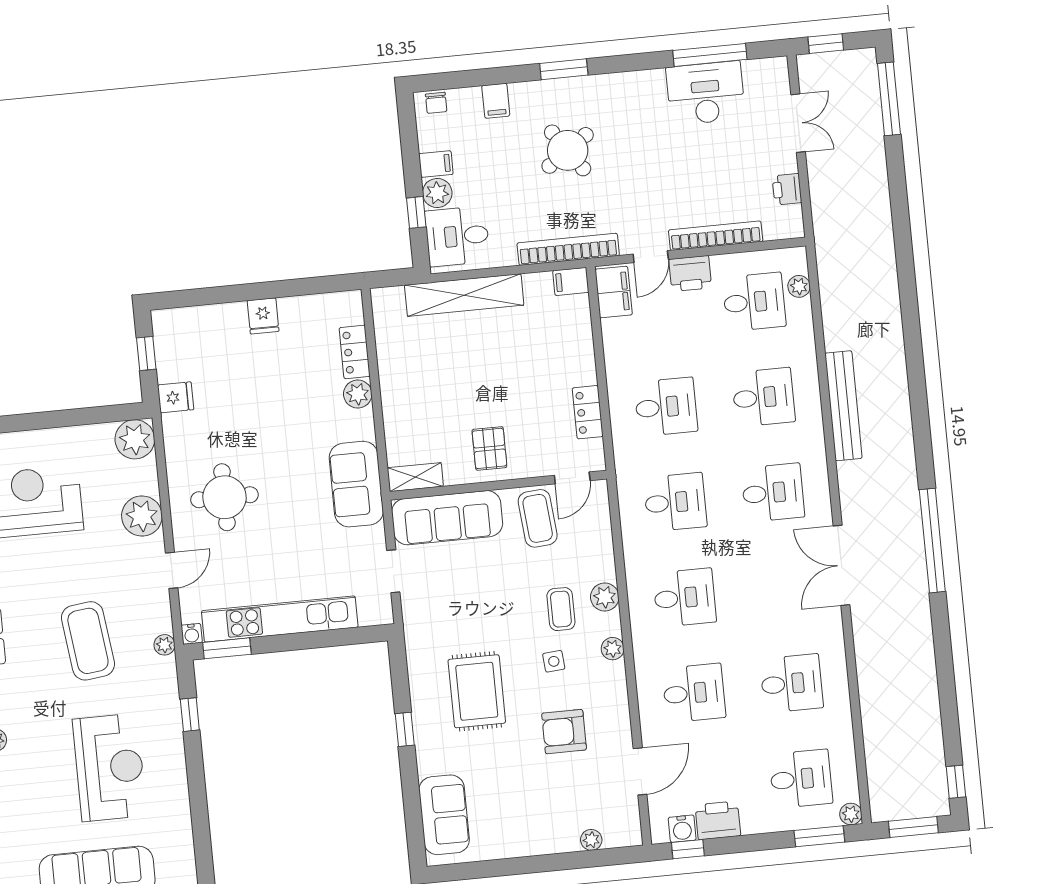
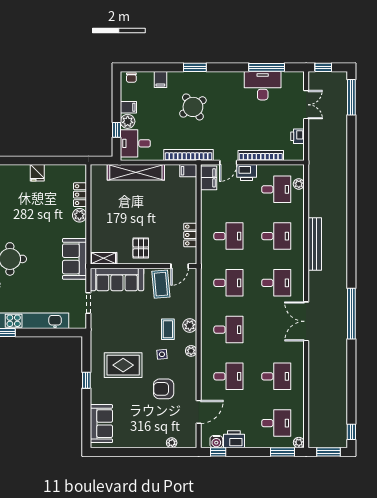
rug: (477, 691) -> (123, 365), turned 90

